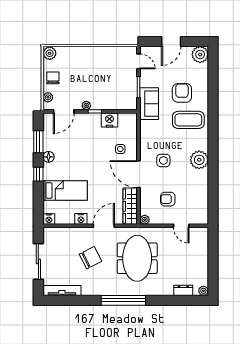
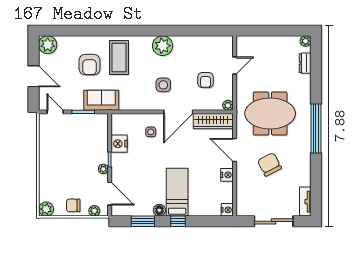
door: (139, 61) -> (55, 112), hinge flipped
armchair: (182, 93) -> (90, 65), turned -90
bed: (65, 191) -> (177, 192), moved
tv unit: (62, 291) -> (305, 202), width x0.71

